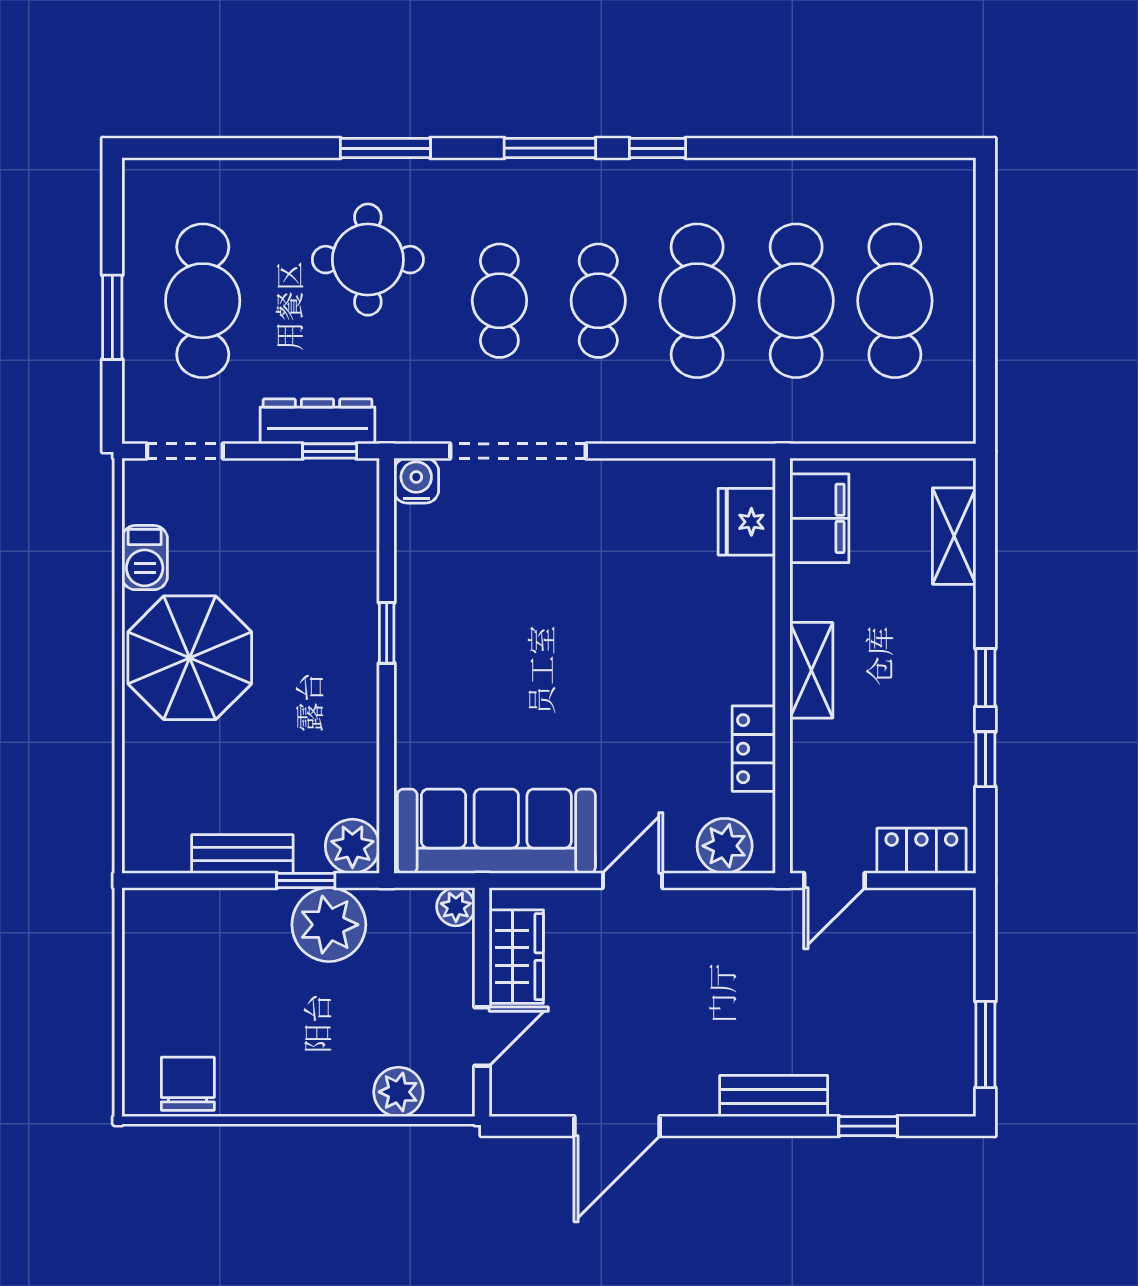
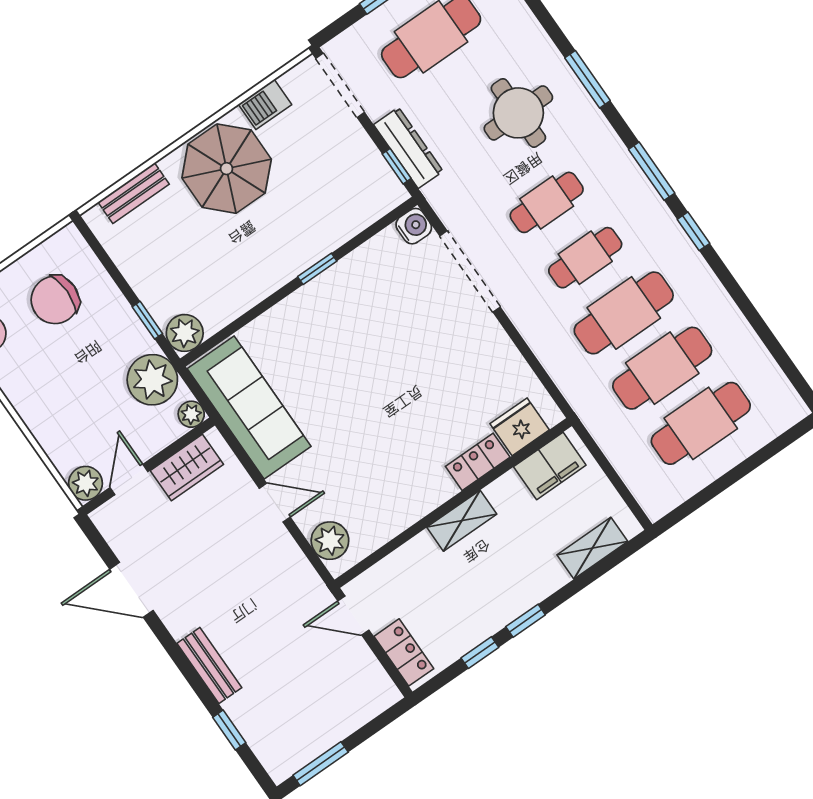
doorway: (185, 451) -> (340, 85), width x1.38
locker: (754, 749) -> (478, 462), moved
bench: (242, 854) -> (134, 193), moved, turned 90
plant: (329, 925) -> (152, 380), moved
chair: (204, 975) -> (55, 300), added
door: (482, 1037) -> (129, 479), swing flipped
plant: (398, 1092) -> (86, 483), moved

